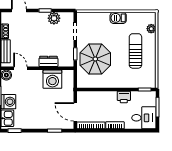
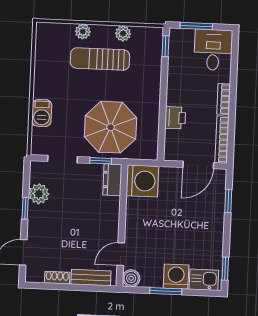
barbecue: (118, 18) -> (42, 113), moved
plant: (151, 29) -> (83, 32), moved
dresser: (48, 61) -> (112, 180), moved
plant: (151, 64) -> (123, 33), added
washing machine: (52, 79) -> (142, 181), moved
printer: (124, 97) -> (175, 118), moved

